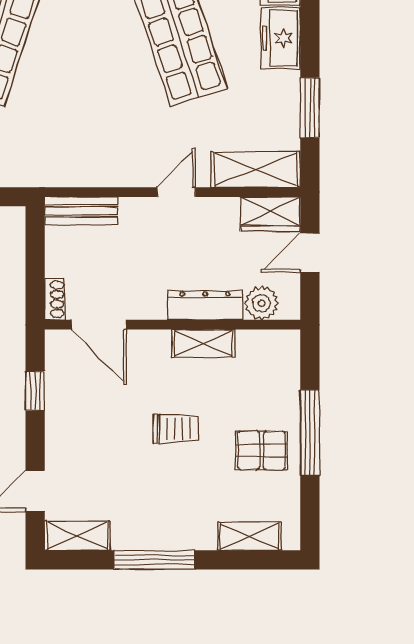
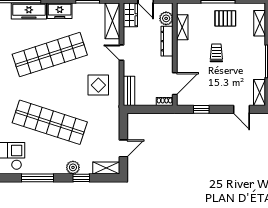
display table: (96, 134) -> (98, 85), added
shelving: (204, 343) -> (182, 27), moved
pallet: (261, 450) -> (225, 18), turned 90

